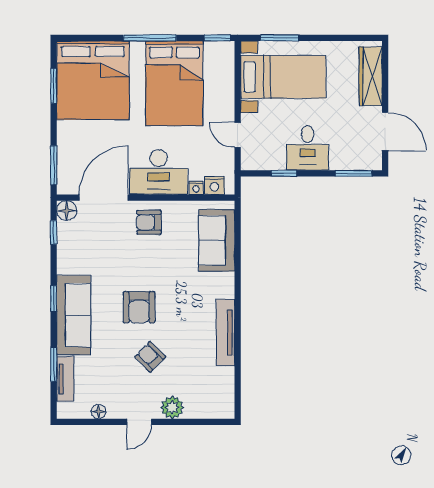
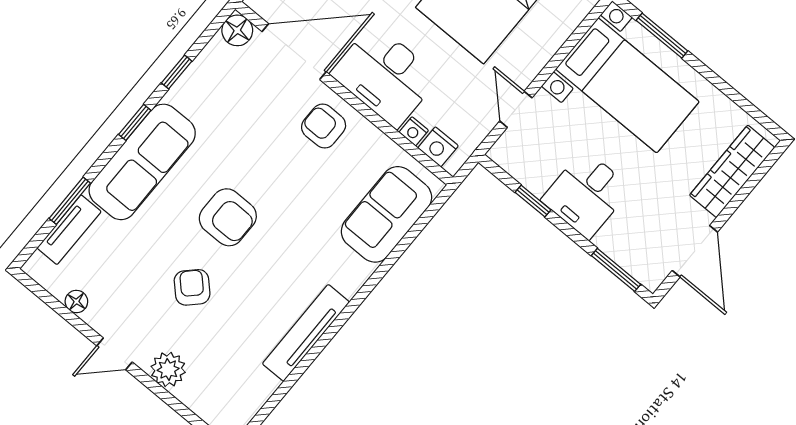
window: (54, 232) -> (177, 72), moved
armchair: (139, 307) -> (228, 217), turned -90

